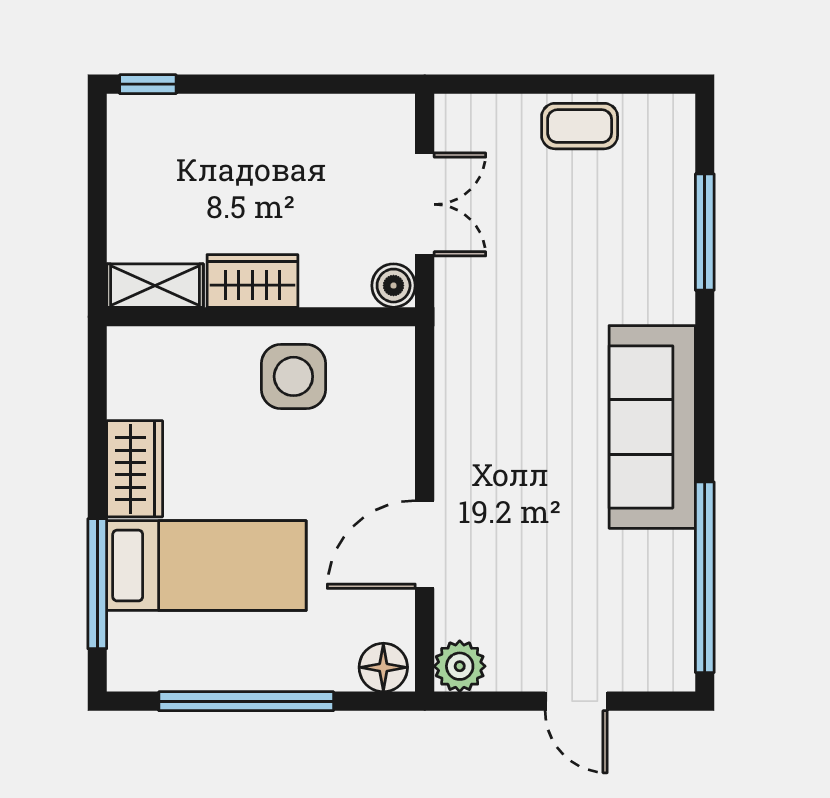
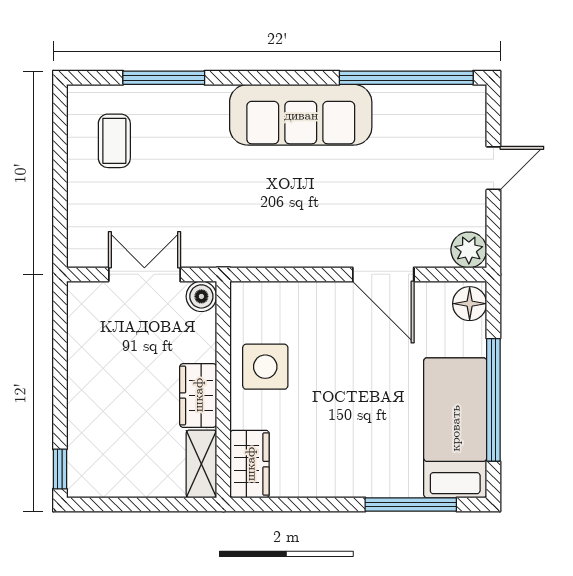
coffee table: (580, 126) -> (114, 141), moved
wardrobe: (135, 469) -> (250, 464), moved, turned 90
bed: (206, 566) -> (455, 428), moved

